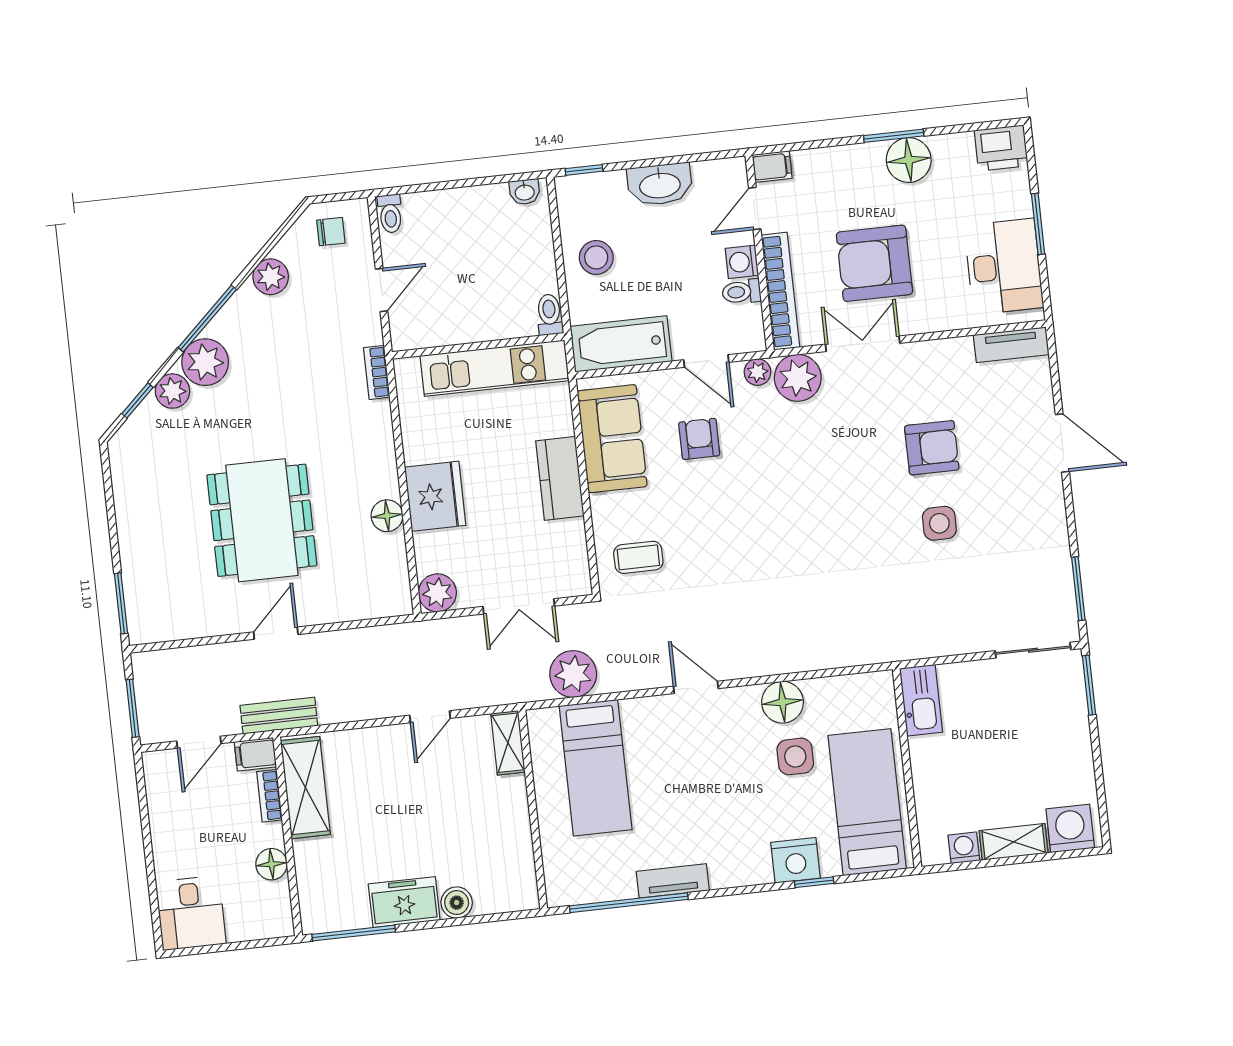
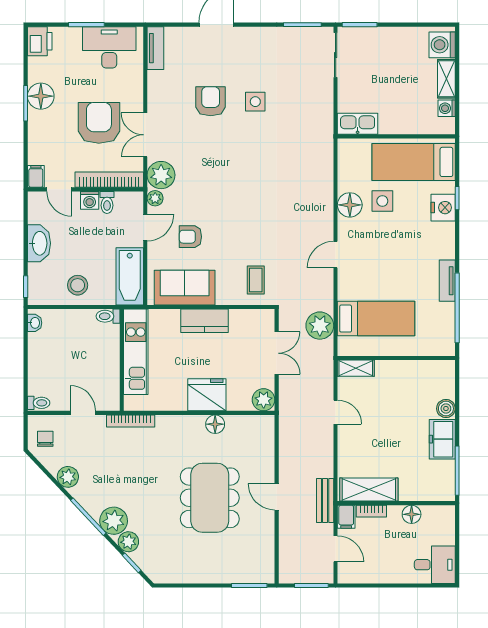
armchair: (874, 263) -> (99, 123), turned 180
bookcase: (377, 372) -> (131, 421), width x1.56
dining table: (262, 520) -> (210, 498), turned 90

